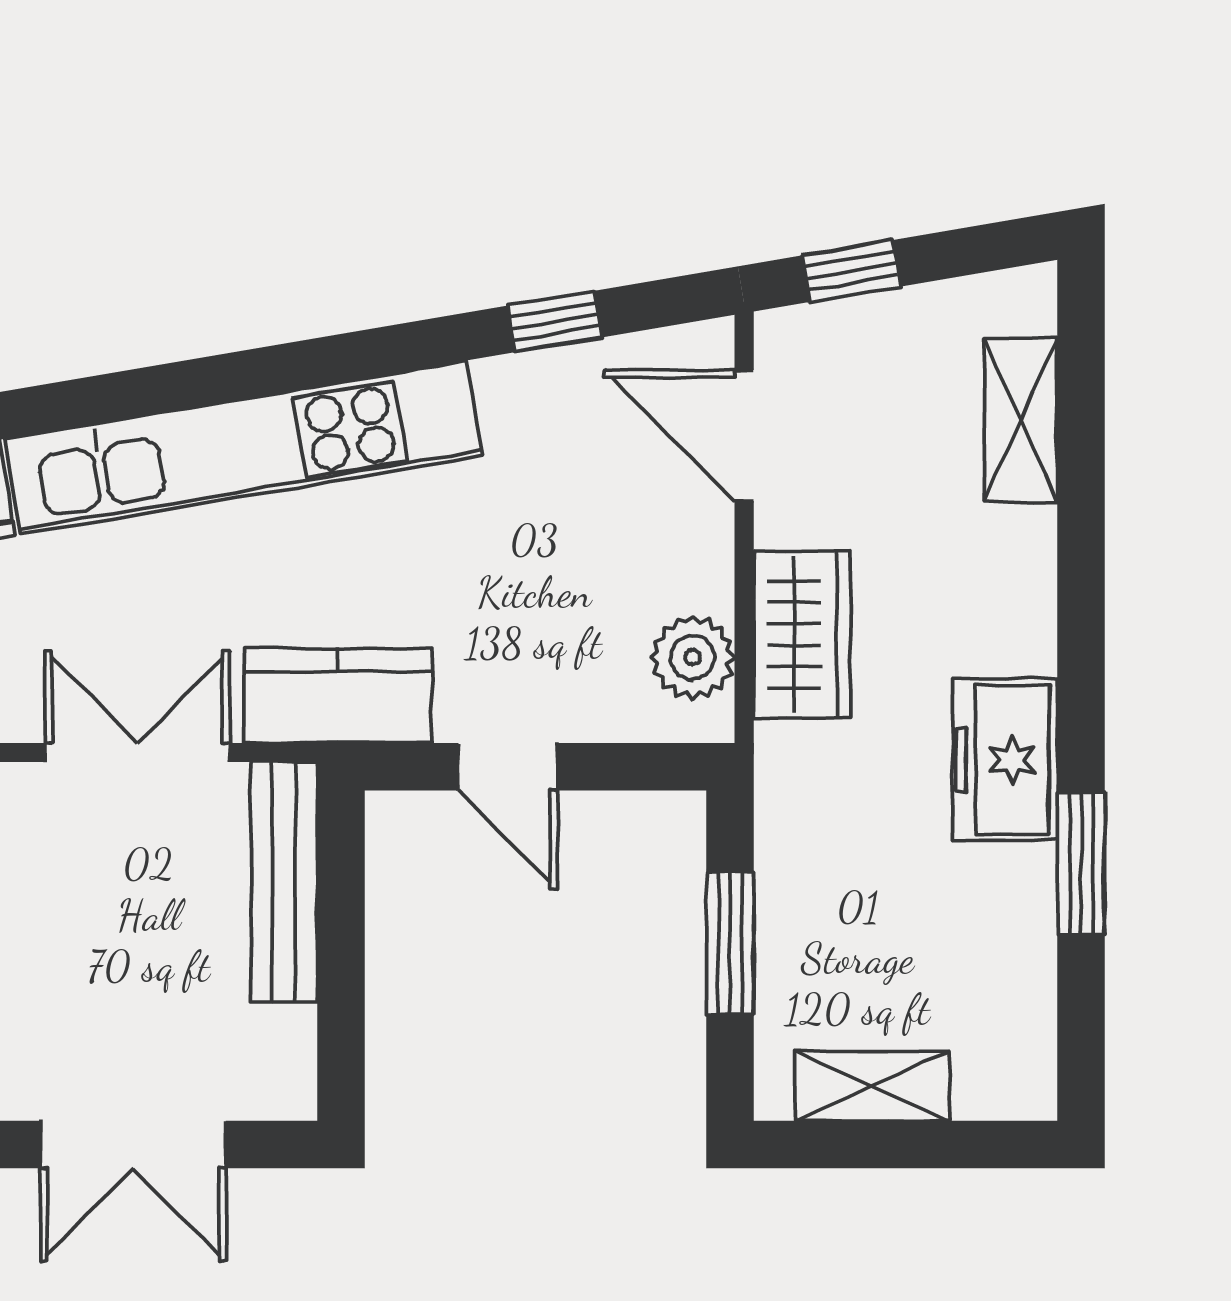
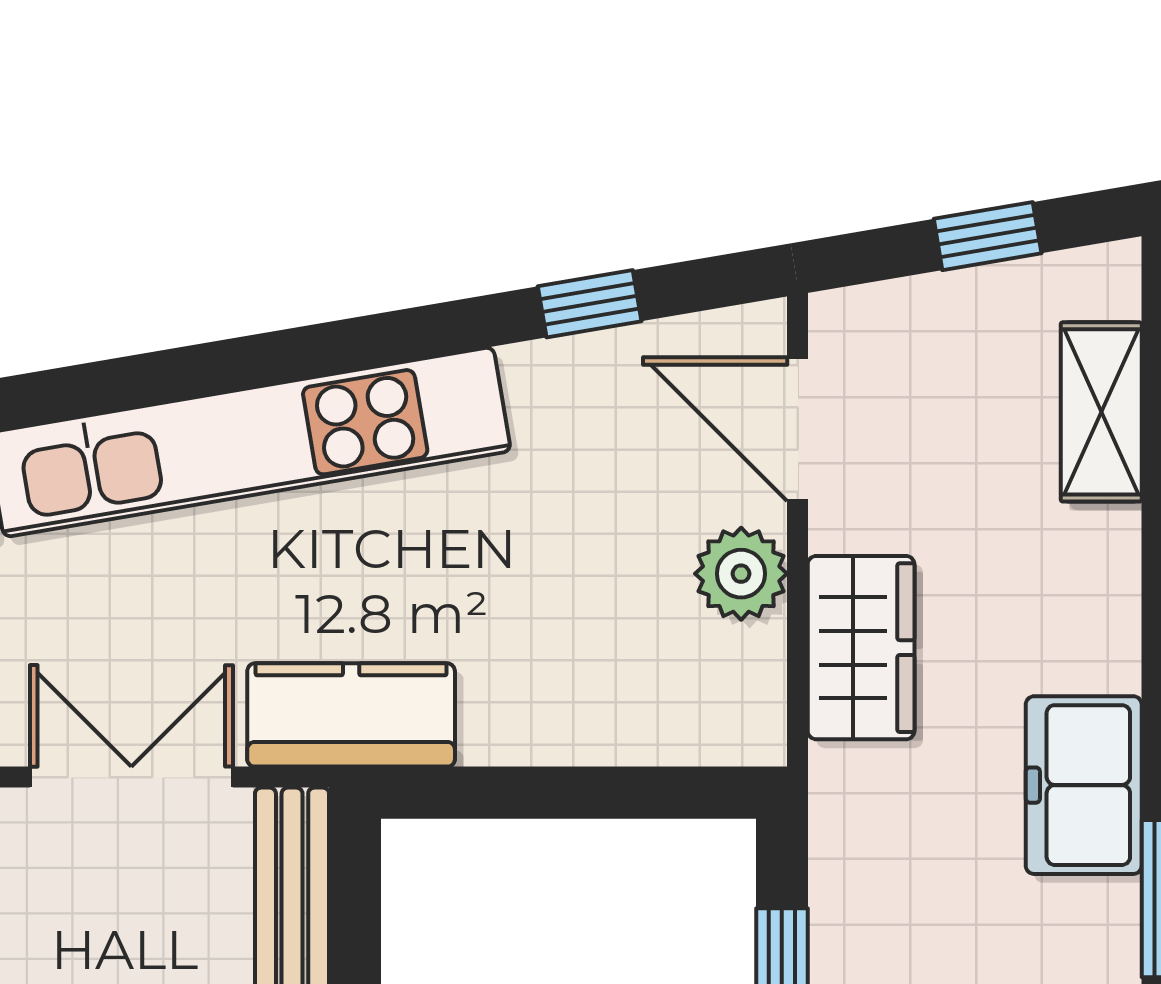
window: (851, 271) -> (988, 236), moved
plant: (693, 657) -> (741, 574), moved
door: (508, 767) -> (538, 793), removed

